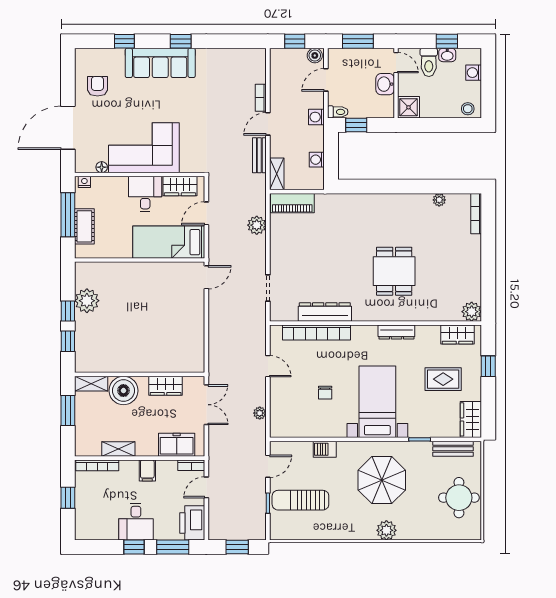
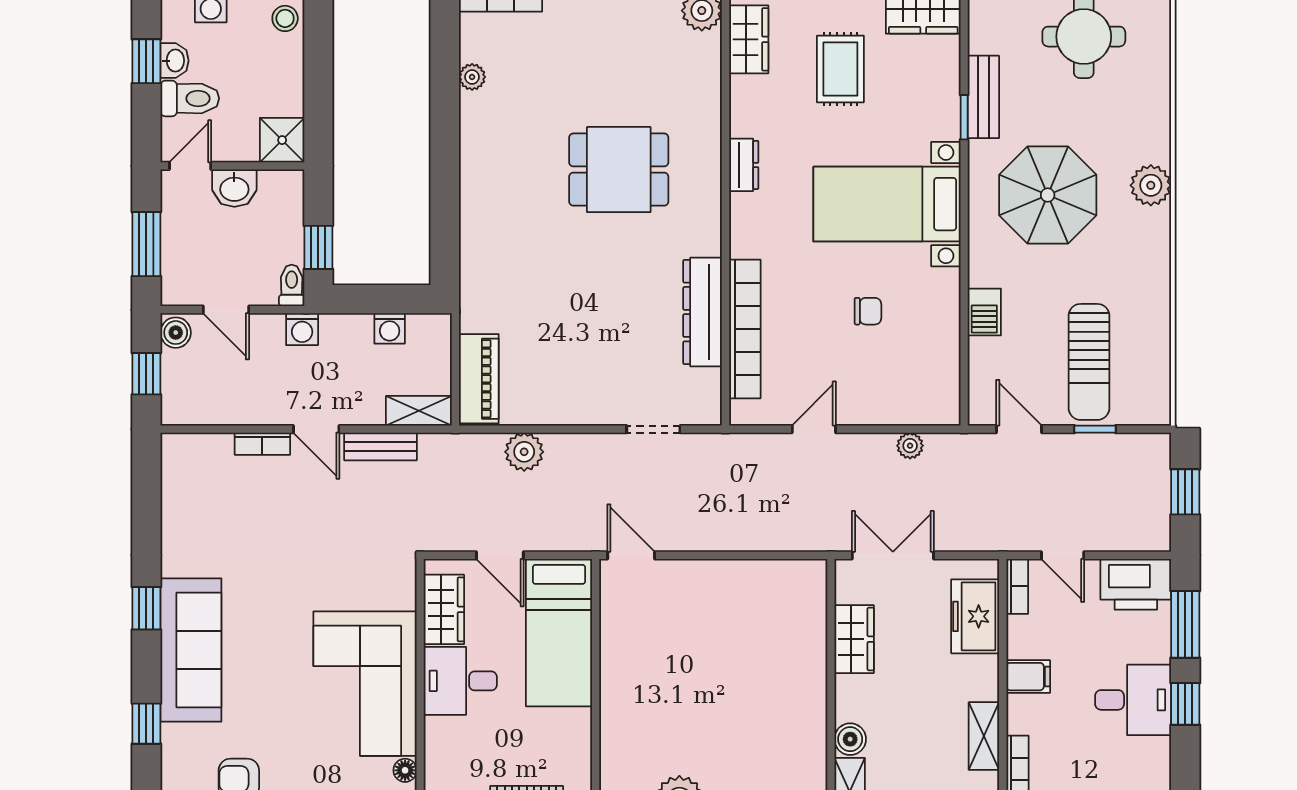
dresser: (396, 332) -> (744, 165), width x0.70
boiler: (123, 391) -> (850, 739), width x0.54, depth x0.54
bench: (453, 449) -> (983, 97), moved

